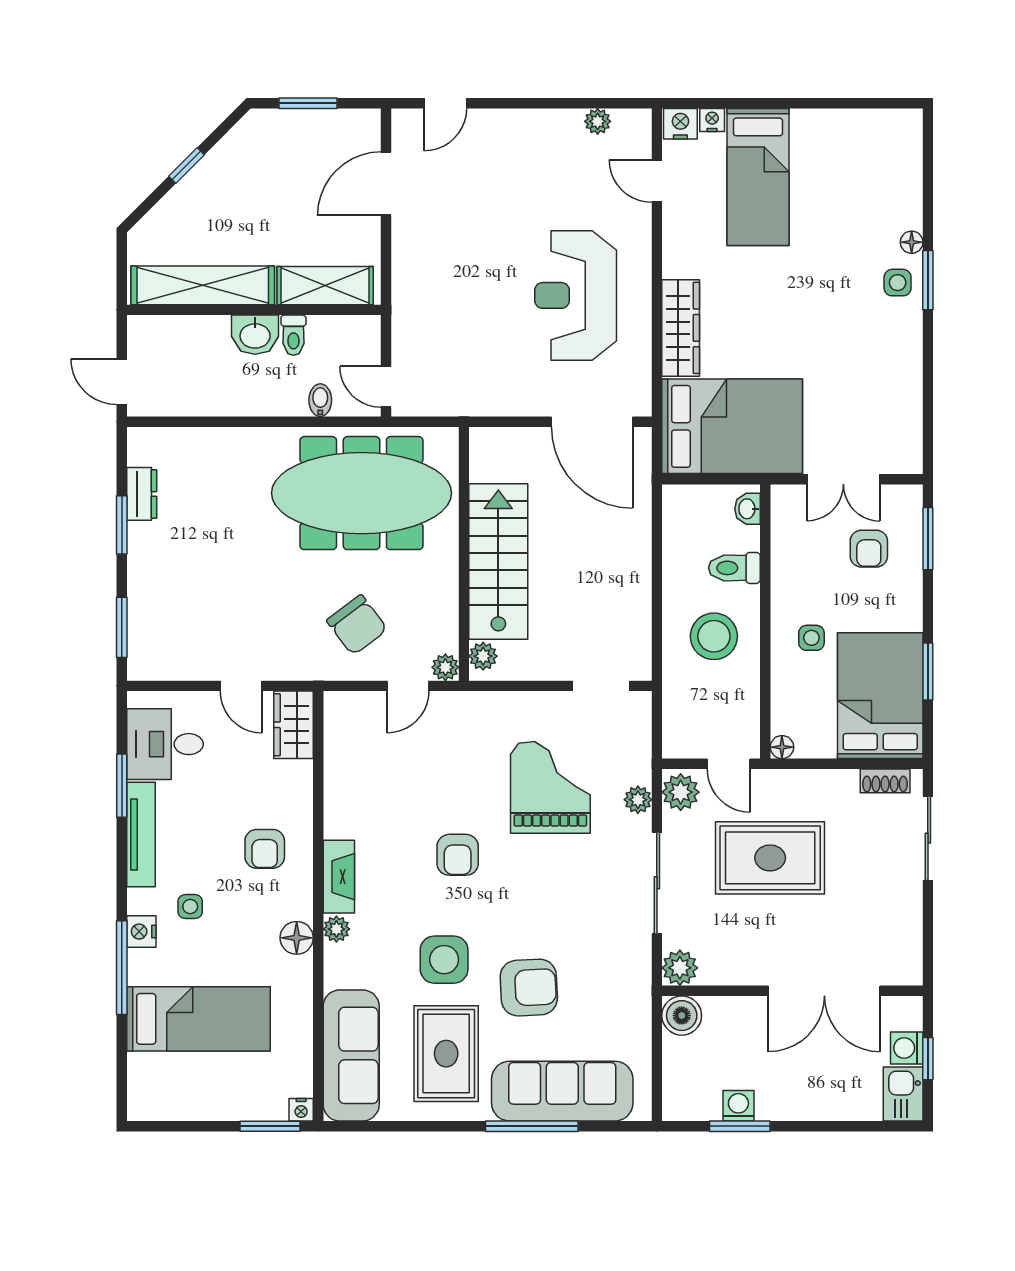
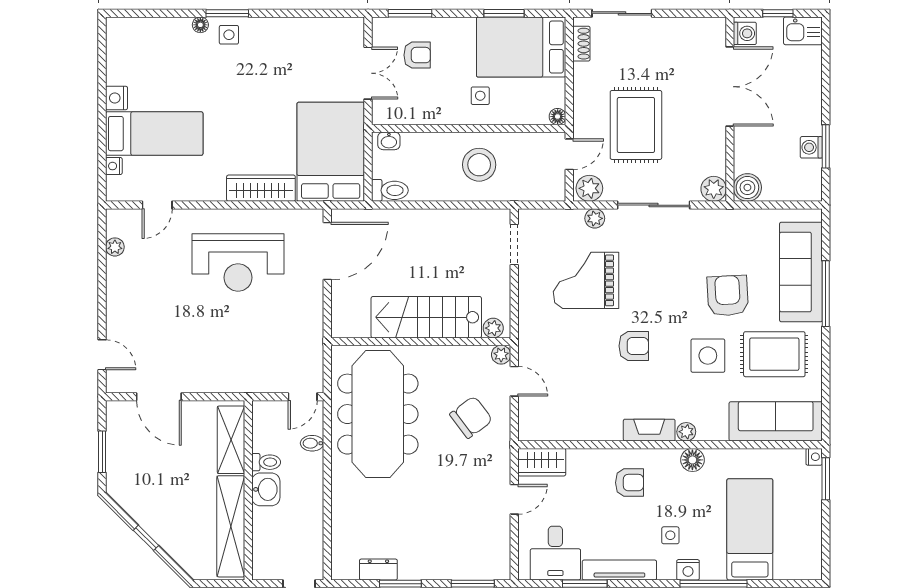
nightstand: (680, 124) -> (117, 98), moved
toilet: (734, 568) -> (390, 190), moved, turned -90
washing machine: (907, 1048) -> (745, 33), moved, turned -90

